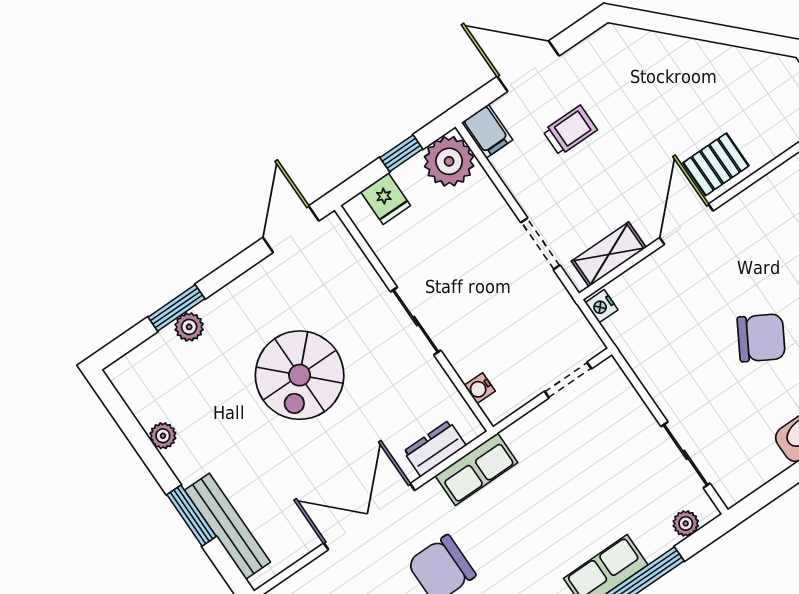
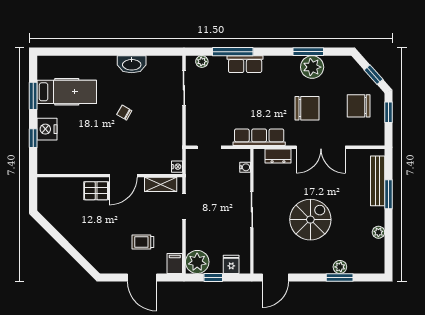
chair: (761, 338) -> (124, 113), width x0.54, depth x0.54
row of seats: (476, 469) -> (259, 137), width x1.48

